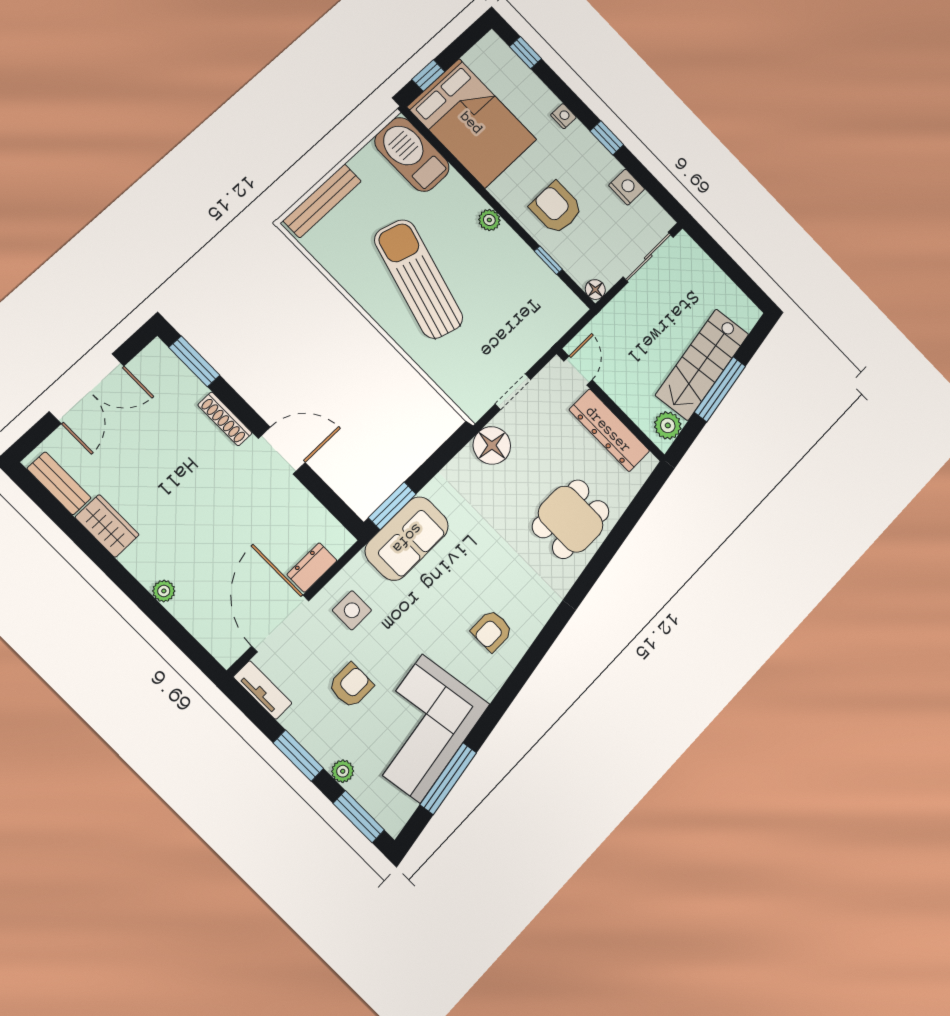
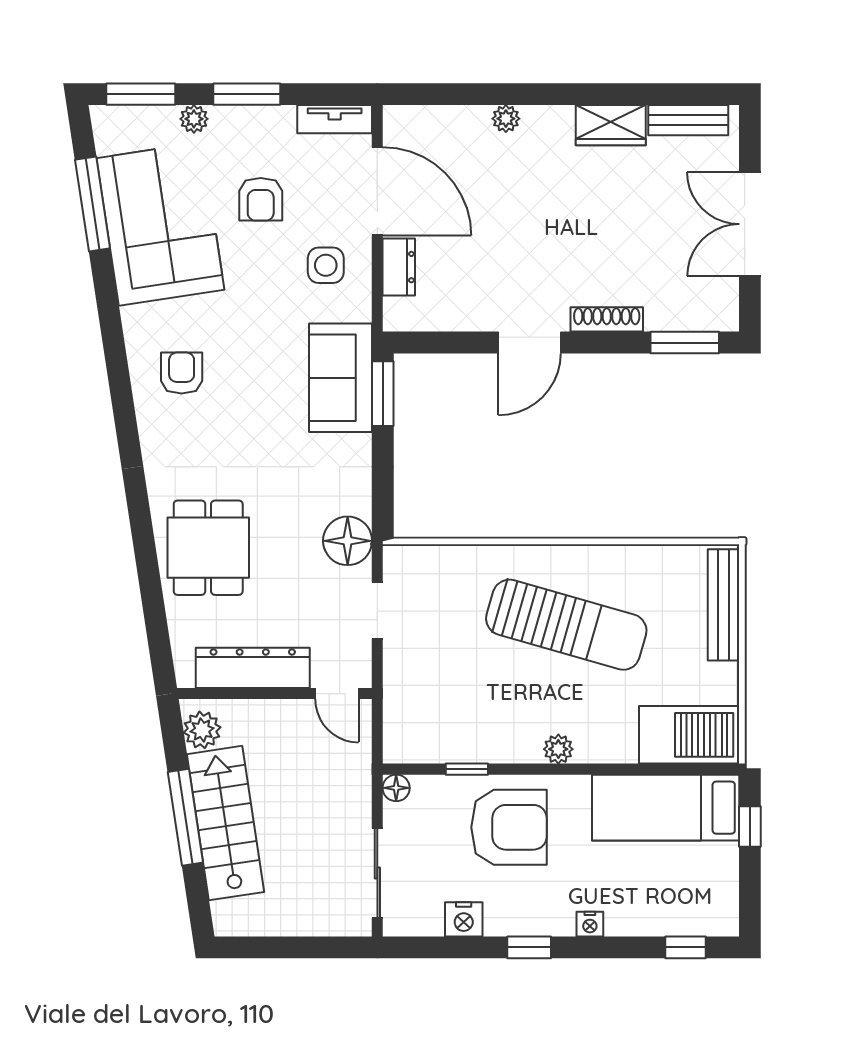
bed: (472, 123) -> (666, 808), width x0.67
armchair: (556, 208) -> (509, 827), width x1.36, depth x1.36

